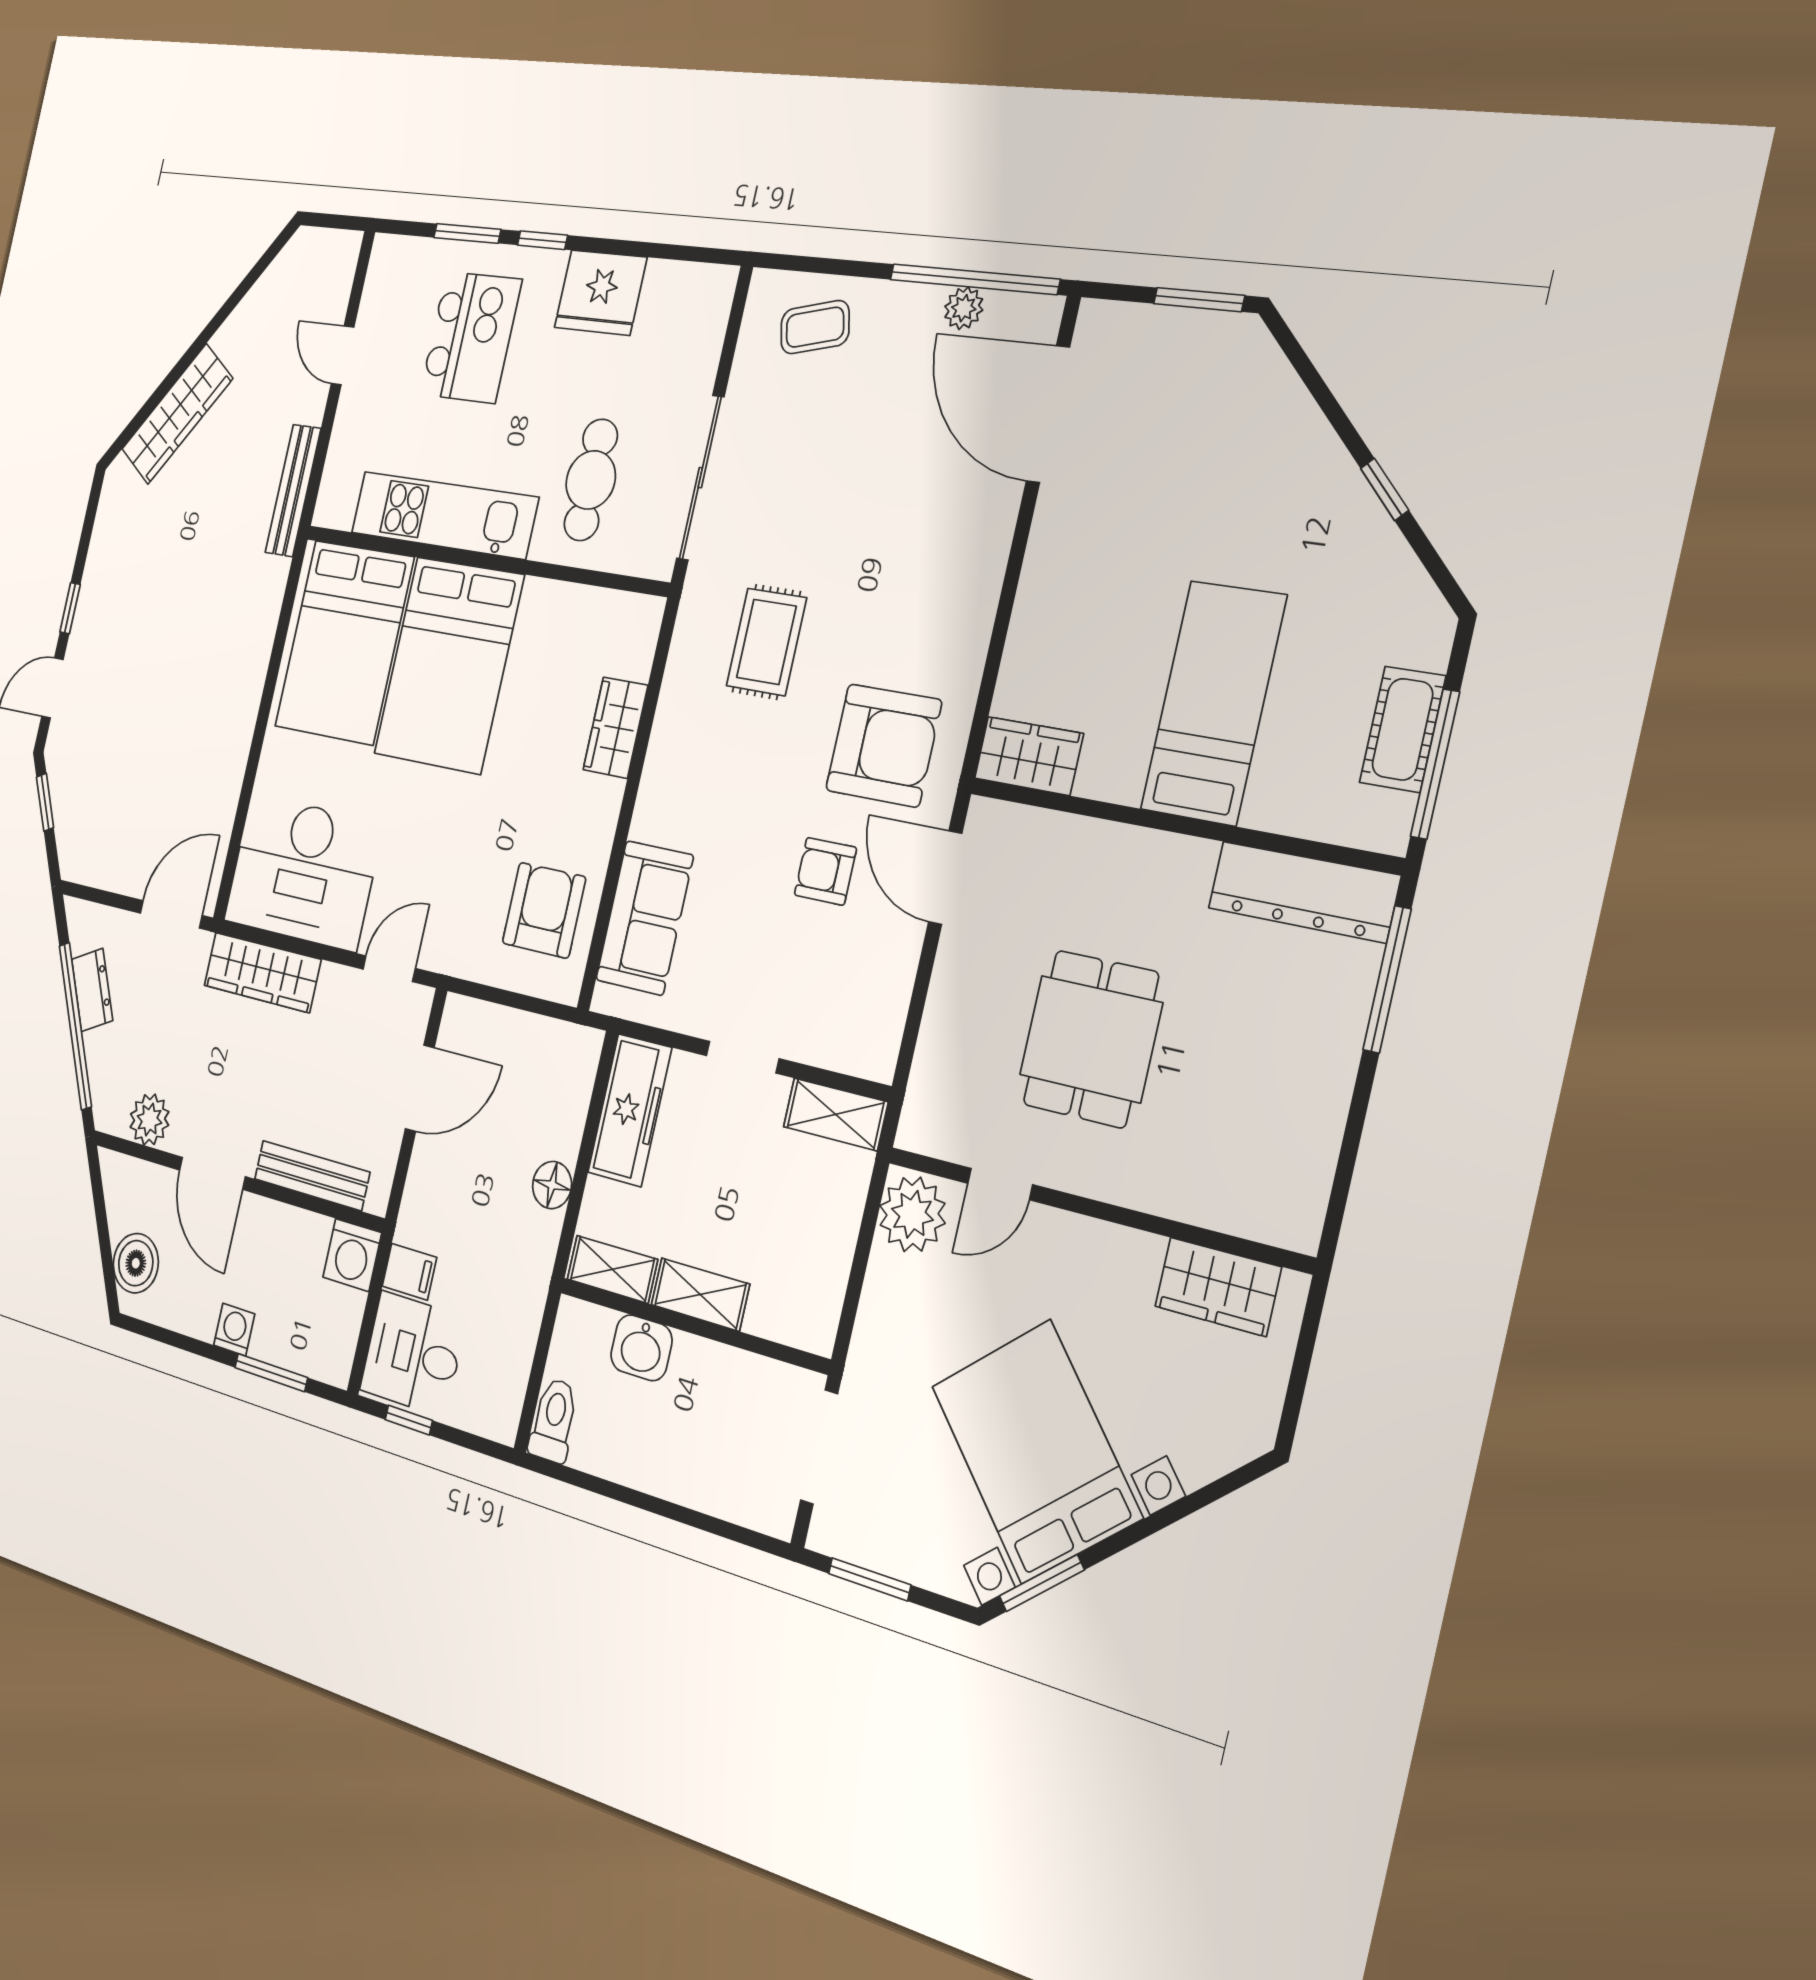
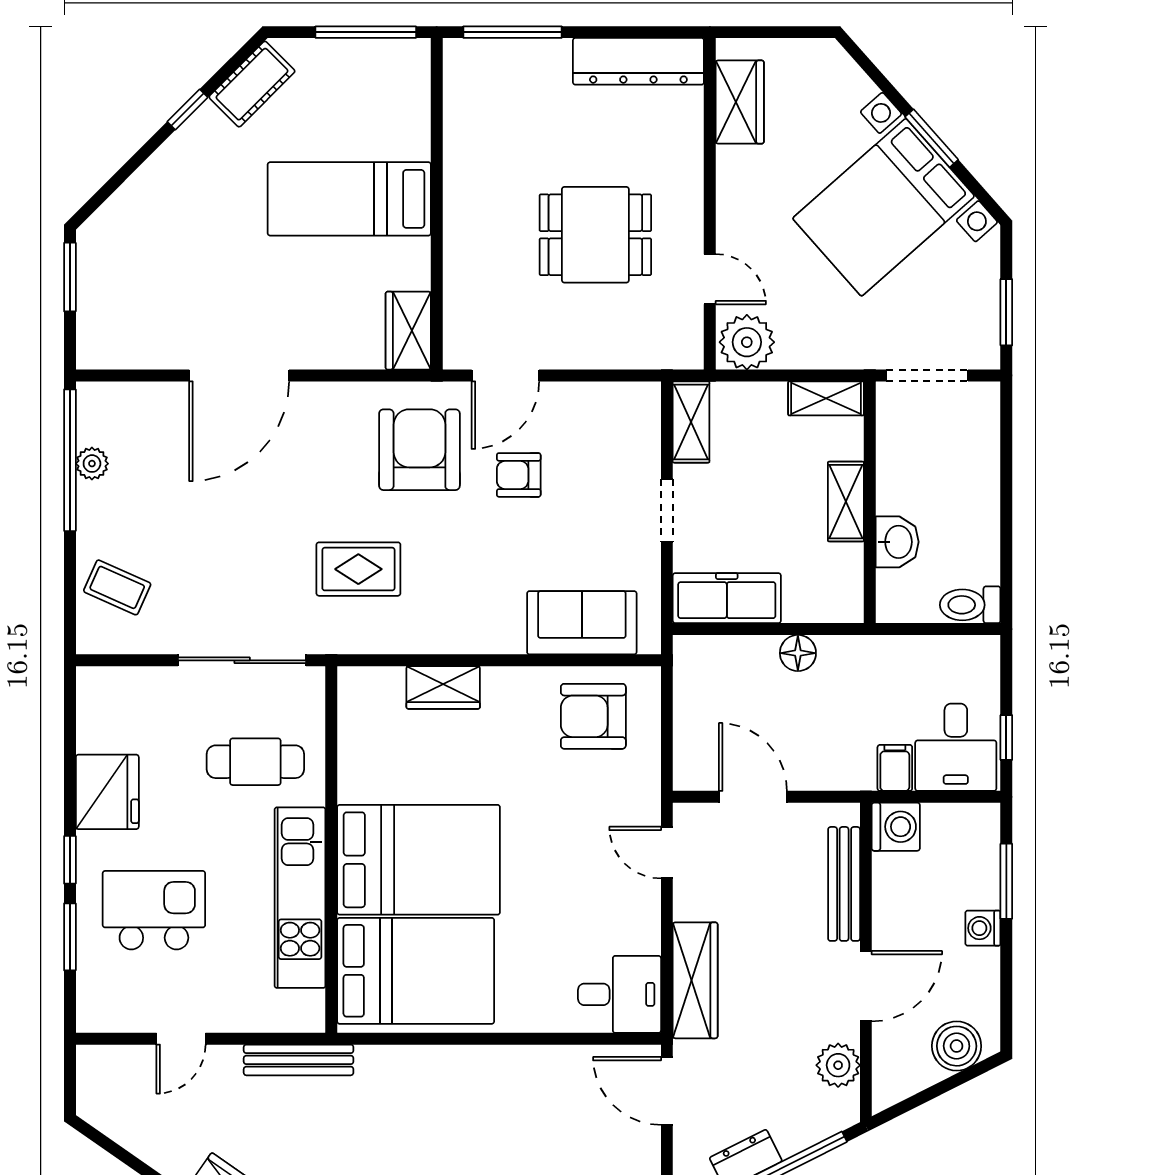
coffee table: (815, 327) -> (117, 587), turned -52
door: (1048, 414) -> (239, 375), moved
cot: (1402, 729) -> (252, 84), moved, turned -45
armchair: (825, 871) -> (519, 475), turned 90
desk: (303, 872) -> (619, 994), width x0.53, depth x0.77
dresser: (1304, 892) -> (638, 61), moved, turned 90
shelving: (612, 1269) -> (826, 398), moved, turned 90
window: (1042, 1583) -> (932, 138), moved

